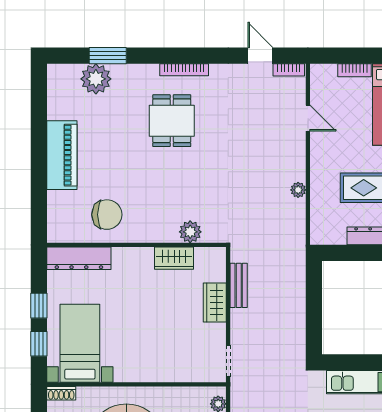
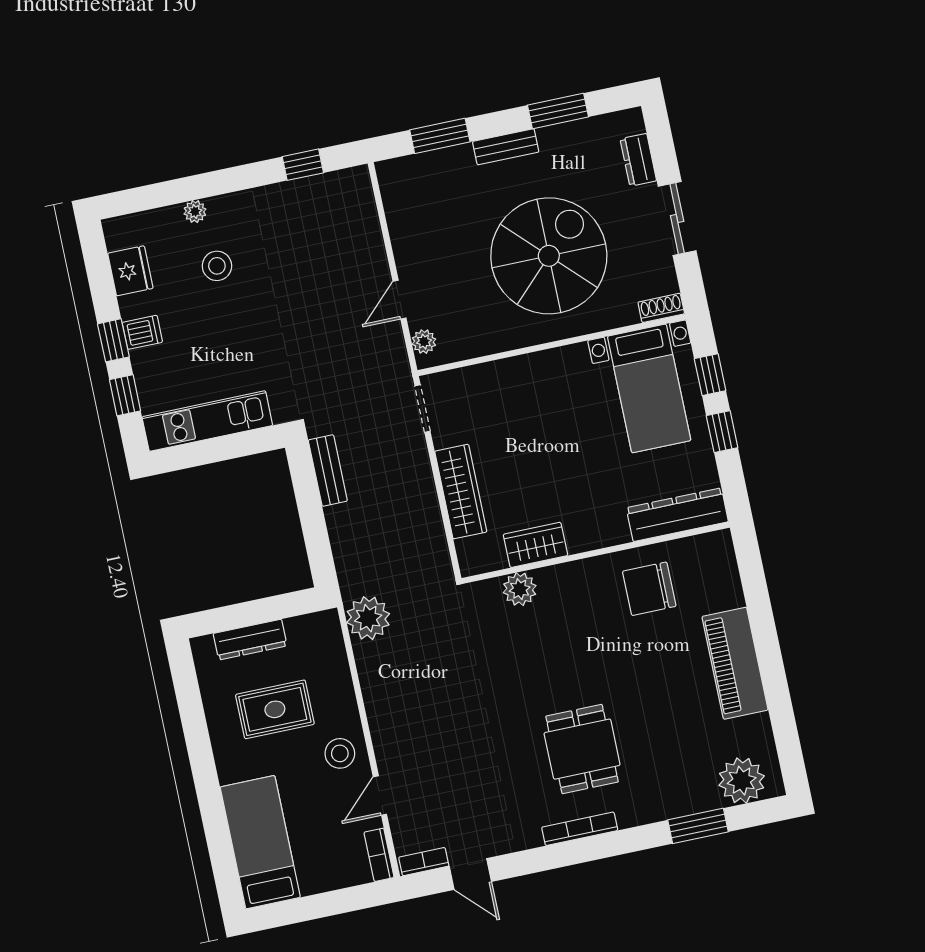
bookcase: (354, 70) -> (379, 855), moved, turned -90
plant: (96, 79) -> (742, 781), moved
door: (308, 118) -> (380, 796), hinge flipped
stool: (328, 151) -> (340, 753), added
plant: (298, 190) -> (368, 618), moved, width x1.88, depth x1.88
bench: (239, 285) -> (328, 470), moved
wardrobe: (215, 302) -> (461, 492), width x1.50

